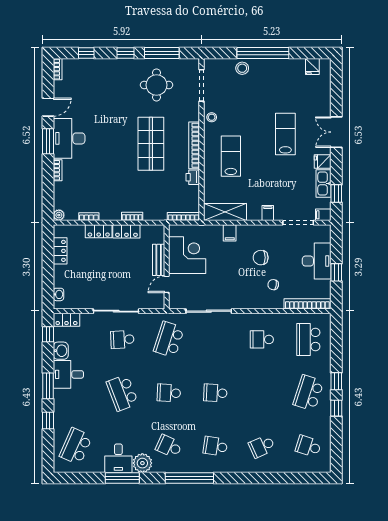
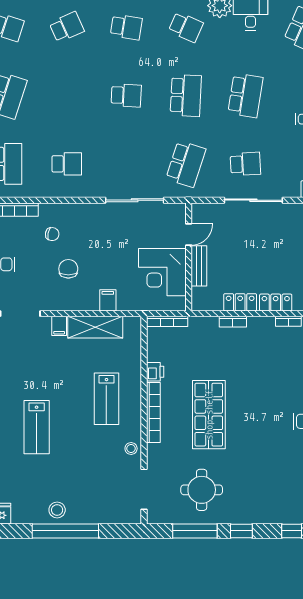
stool: (242, 68) -> (57, 510), moved
shelving: (225, 212) -> (95, 327), moved
chair: (261, 258) -> (68, 269), turned -90
school desk: (122, 393) -> (245, 95), turned 30
school desk: (169, 393) -> (186, 95), width x1.85

